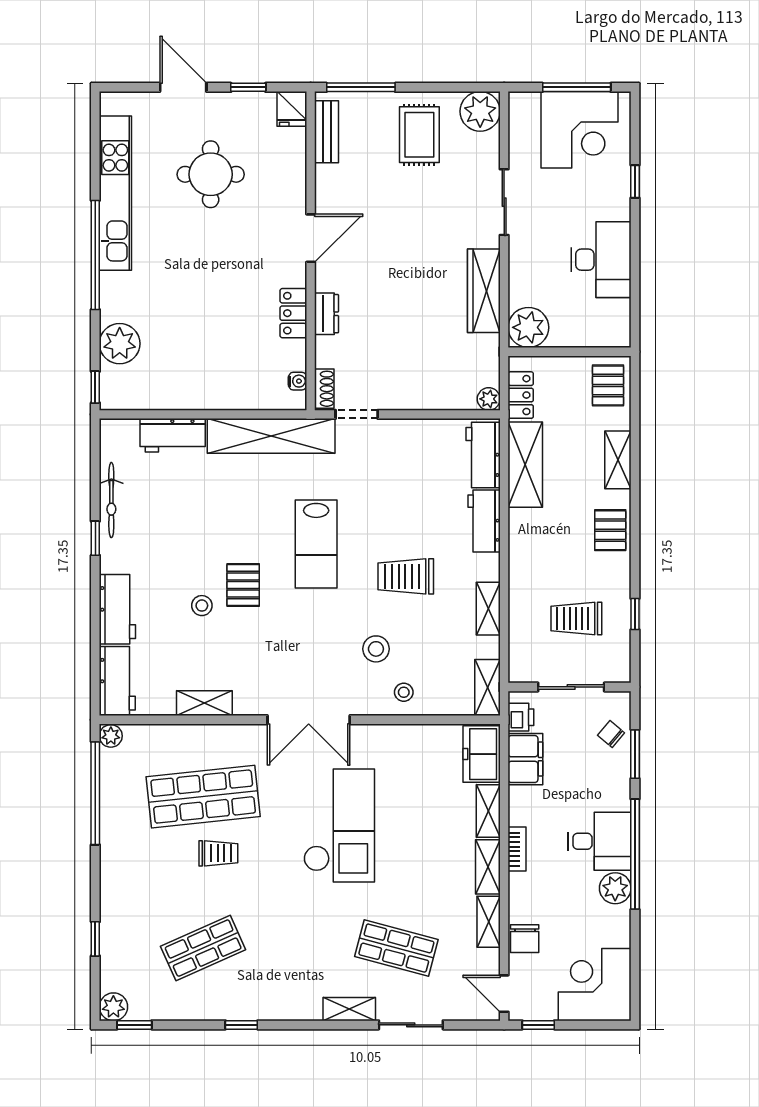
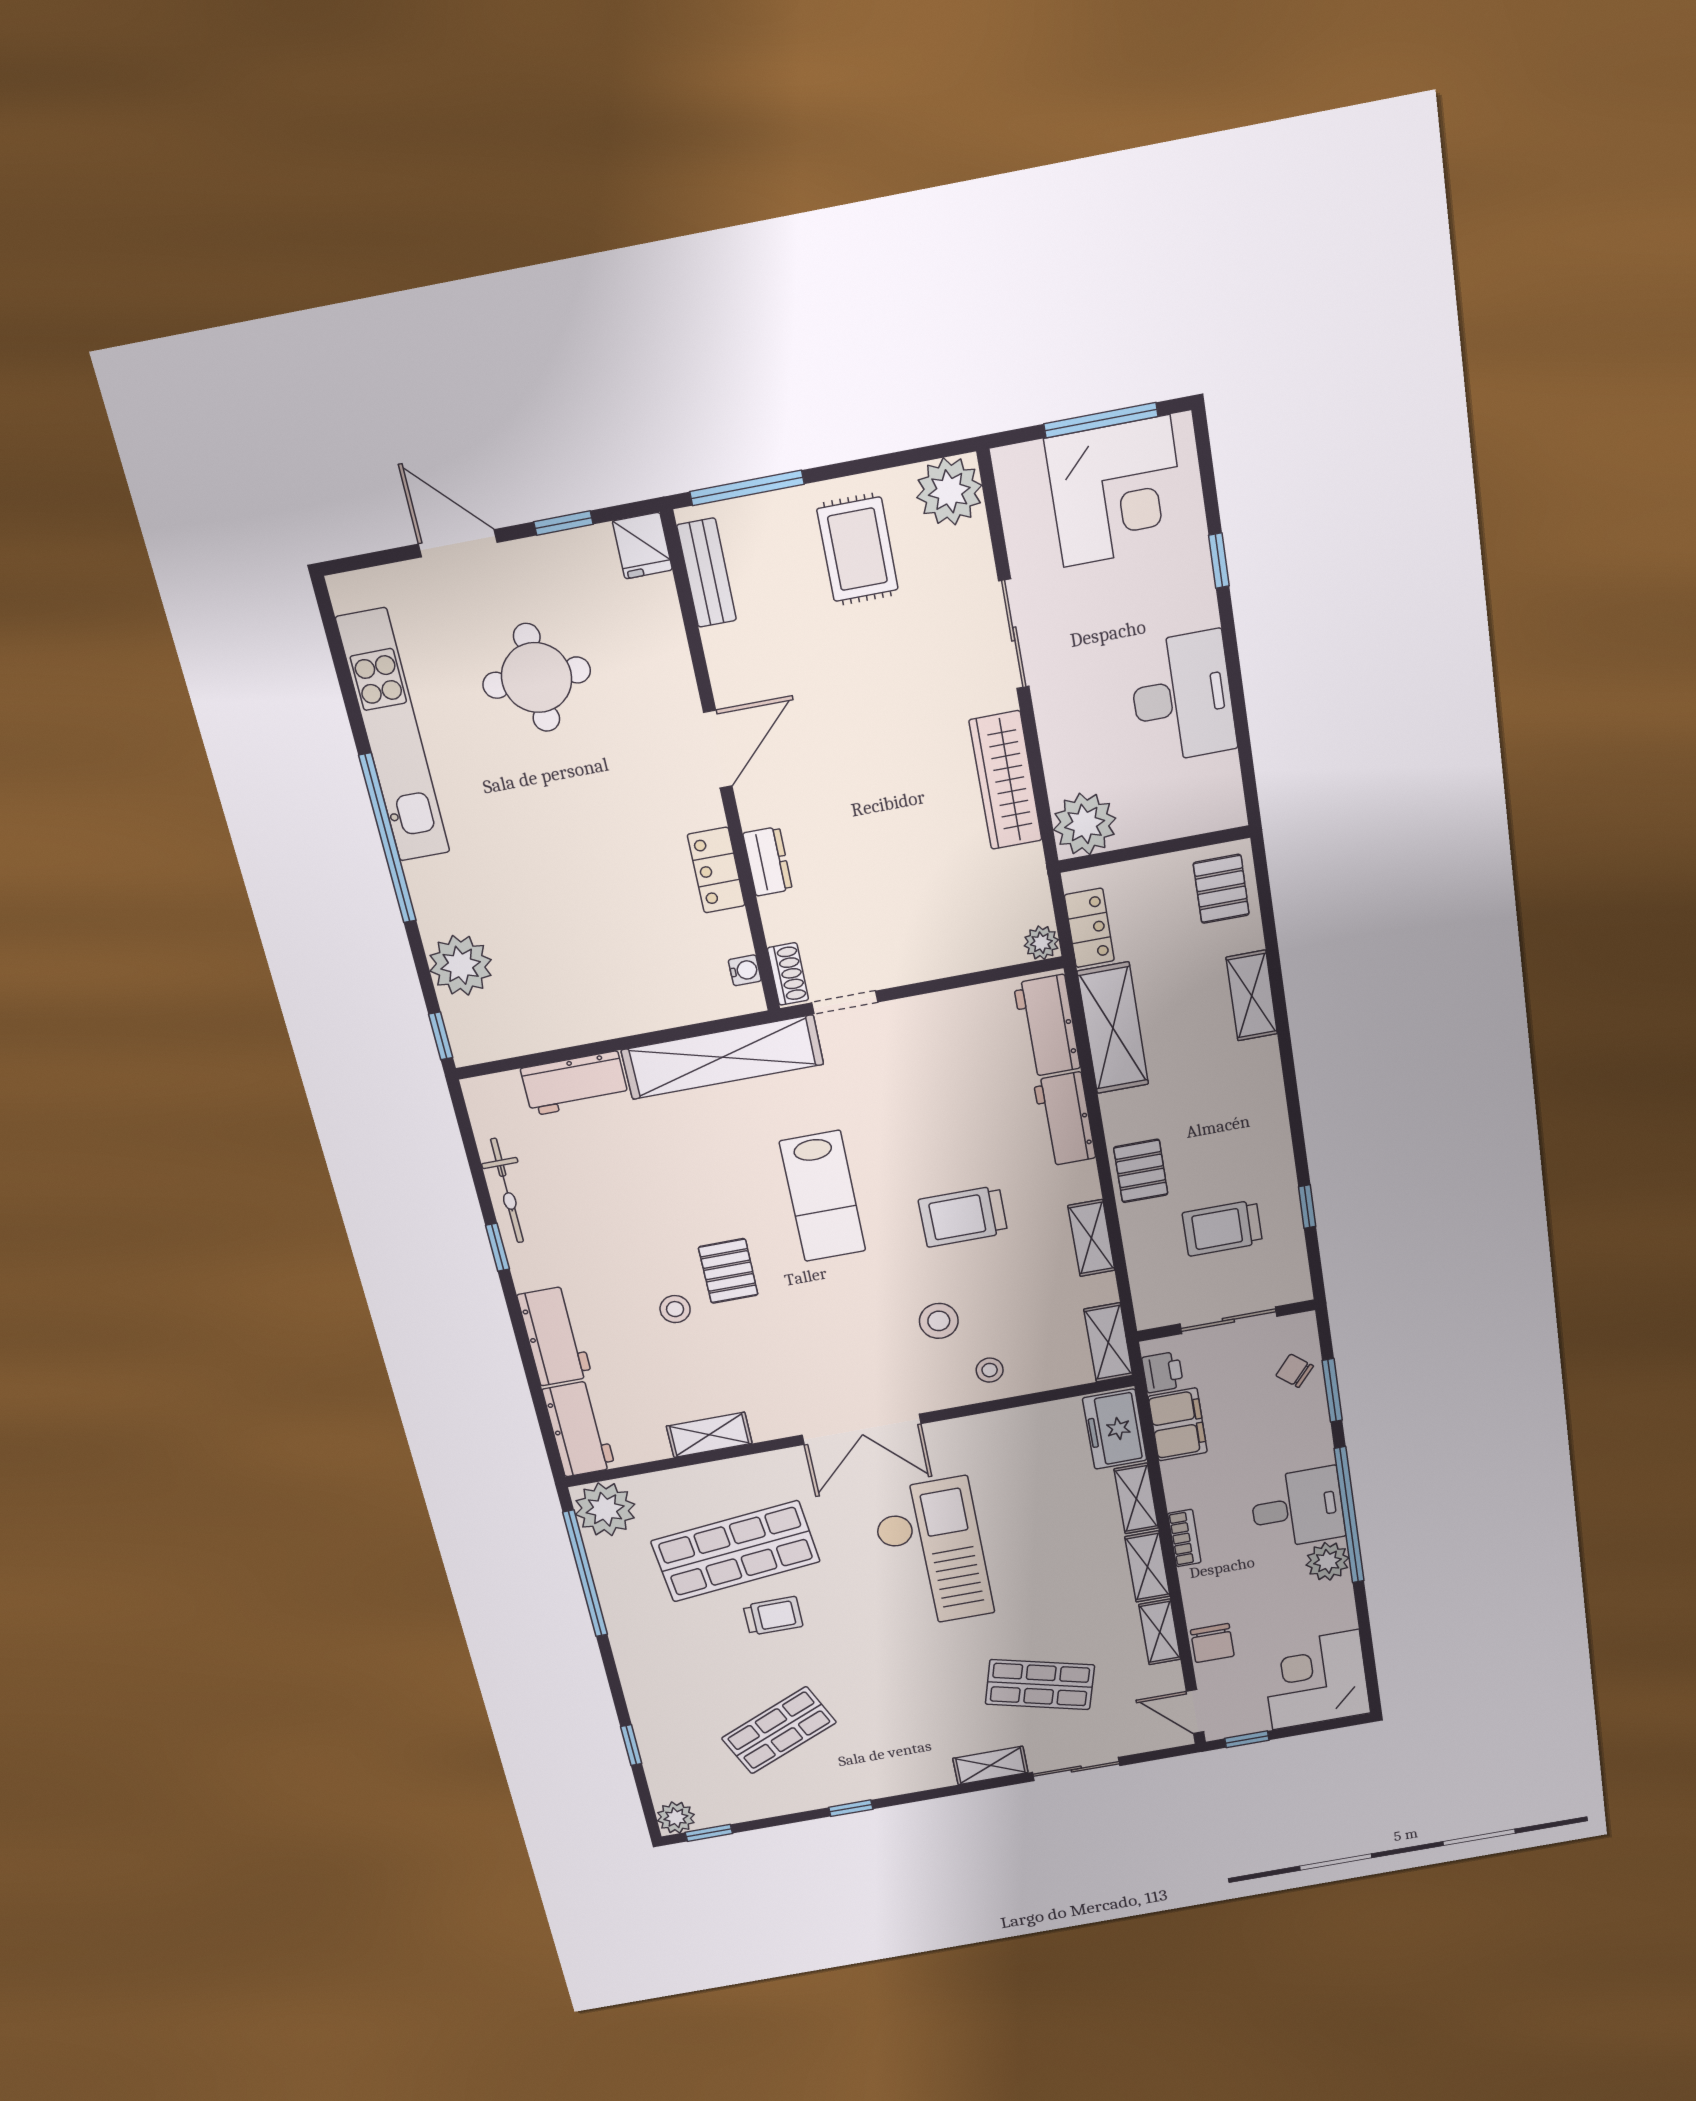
pallet: (610, 530) -> (1141, 1171), moved
plant: (111, 736) -> (605, 1509), width x1.88, depth x1.88

